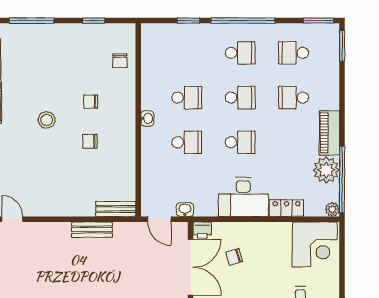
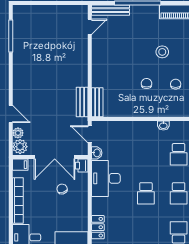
school desk: (187, 142) -> (146, 154), removed
desk: (243, 197) -> (106, 178), moved
door: (159, 219) -> (90, 134), hinge flipped
bench: (92, 230) -> (82, 102), moved

